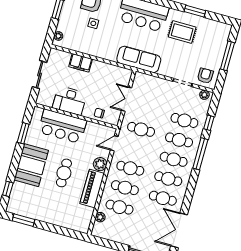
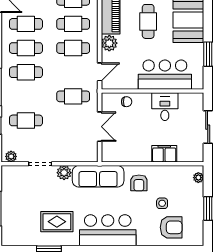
plant: (165, 70) -> (64, 173), added
armchair: (205, 76) -> (139, 183), moved
desk: (70, 101) -> (165, 107), width x0.73
cafe table: (179, 140) -> (26, 96), removed

